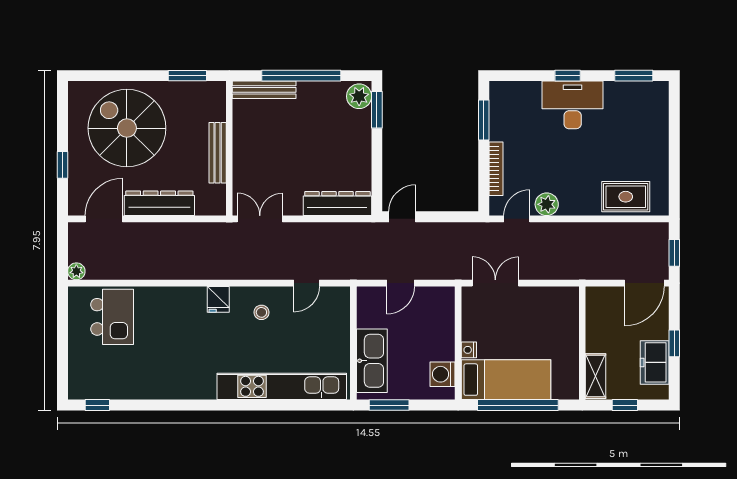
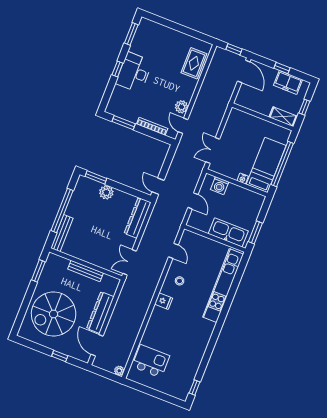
plant: (359, 96) -> (106, 192), moved
washing machine: (443, 374) -> (220, 186), moved

